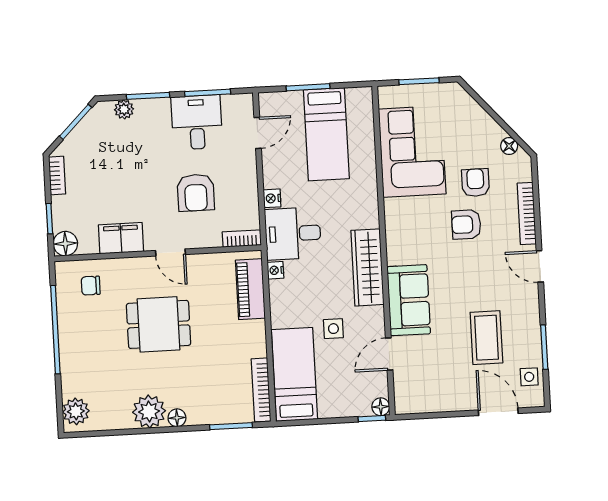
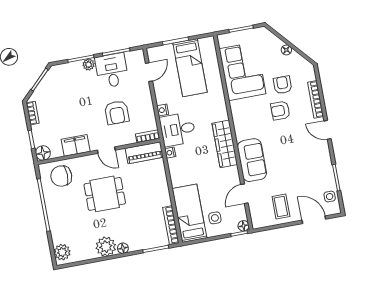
plant: (124, 109) -> (89, 65), moved
floor lamp: (509, 146) -> (286, 50), moved
chair: (91, 286) -> (61, 176), width x1.87, depth x1.87
piano: (250, 289) -> (144, 153), moved, turned -90
side table: (333, 329) -> (215, 218), moved
coffee table: (486, 338) -> (281, 206), moved, width x0.73, depth x0.77

